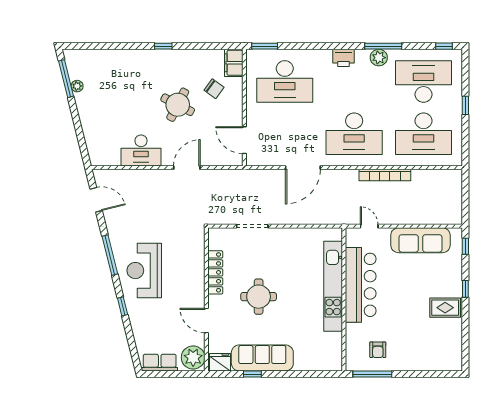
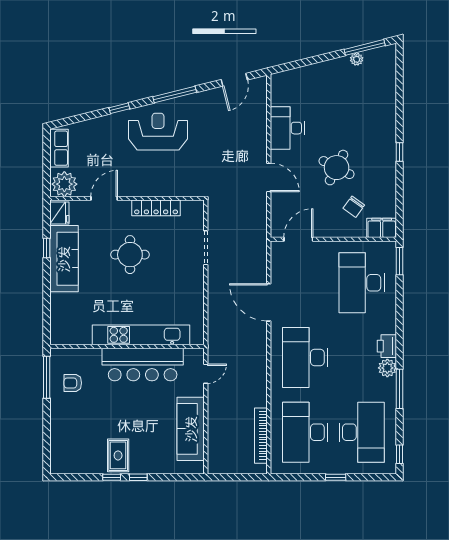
plant: (379, 58) -> (387, 368), moved
bookcase: (385, 175) -> (261, 436), moved
window: (465, 246) -> (112, 477), moved

